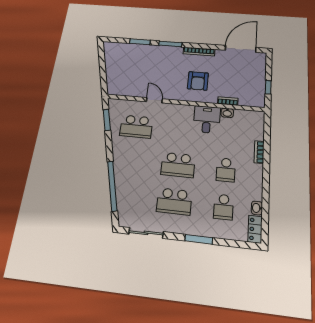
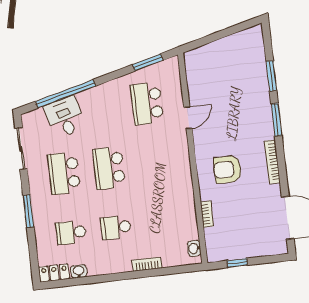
washbasin: (227, 113) -> (194, 248), moved
desk: (207, 119) -> (65, 117), moved, turned -104

